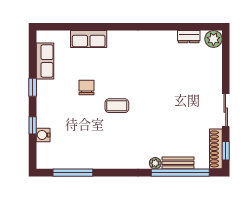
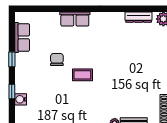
dresser: (189, 37) -> (139, 17), width x1.44
row of seats: (89, 39) -> (75, 19), moved

